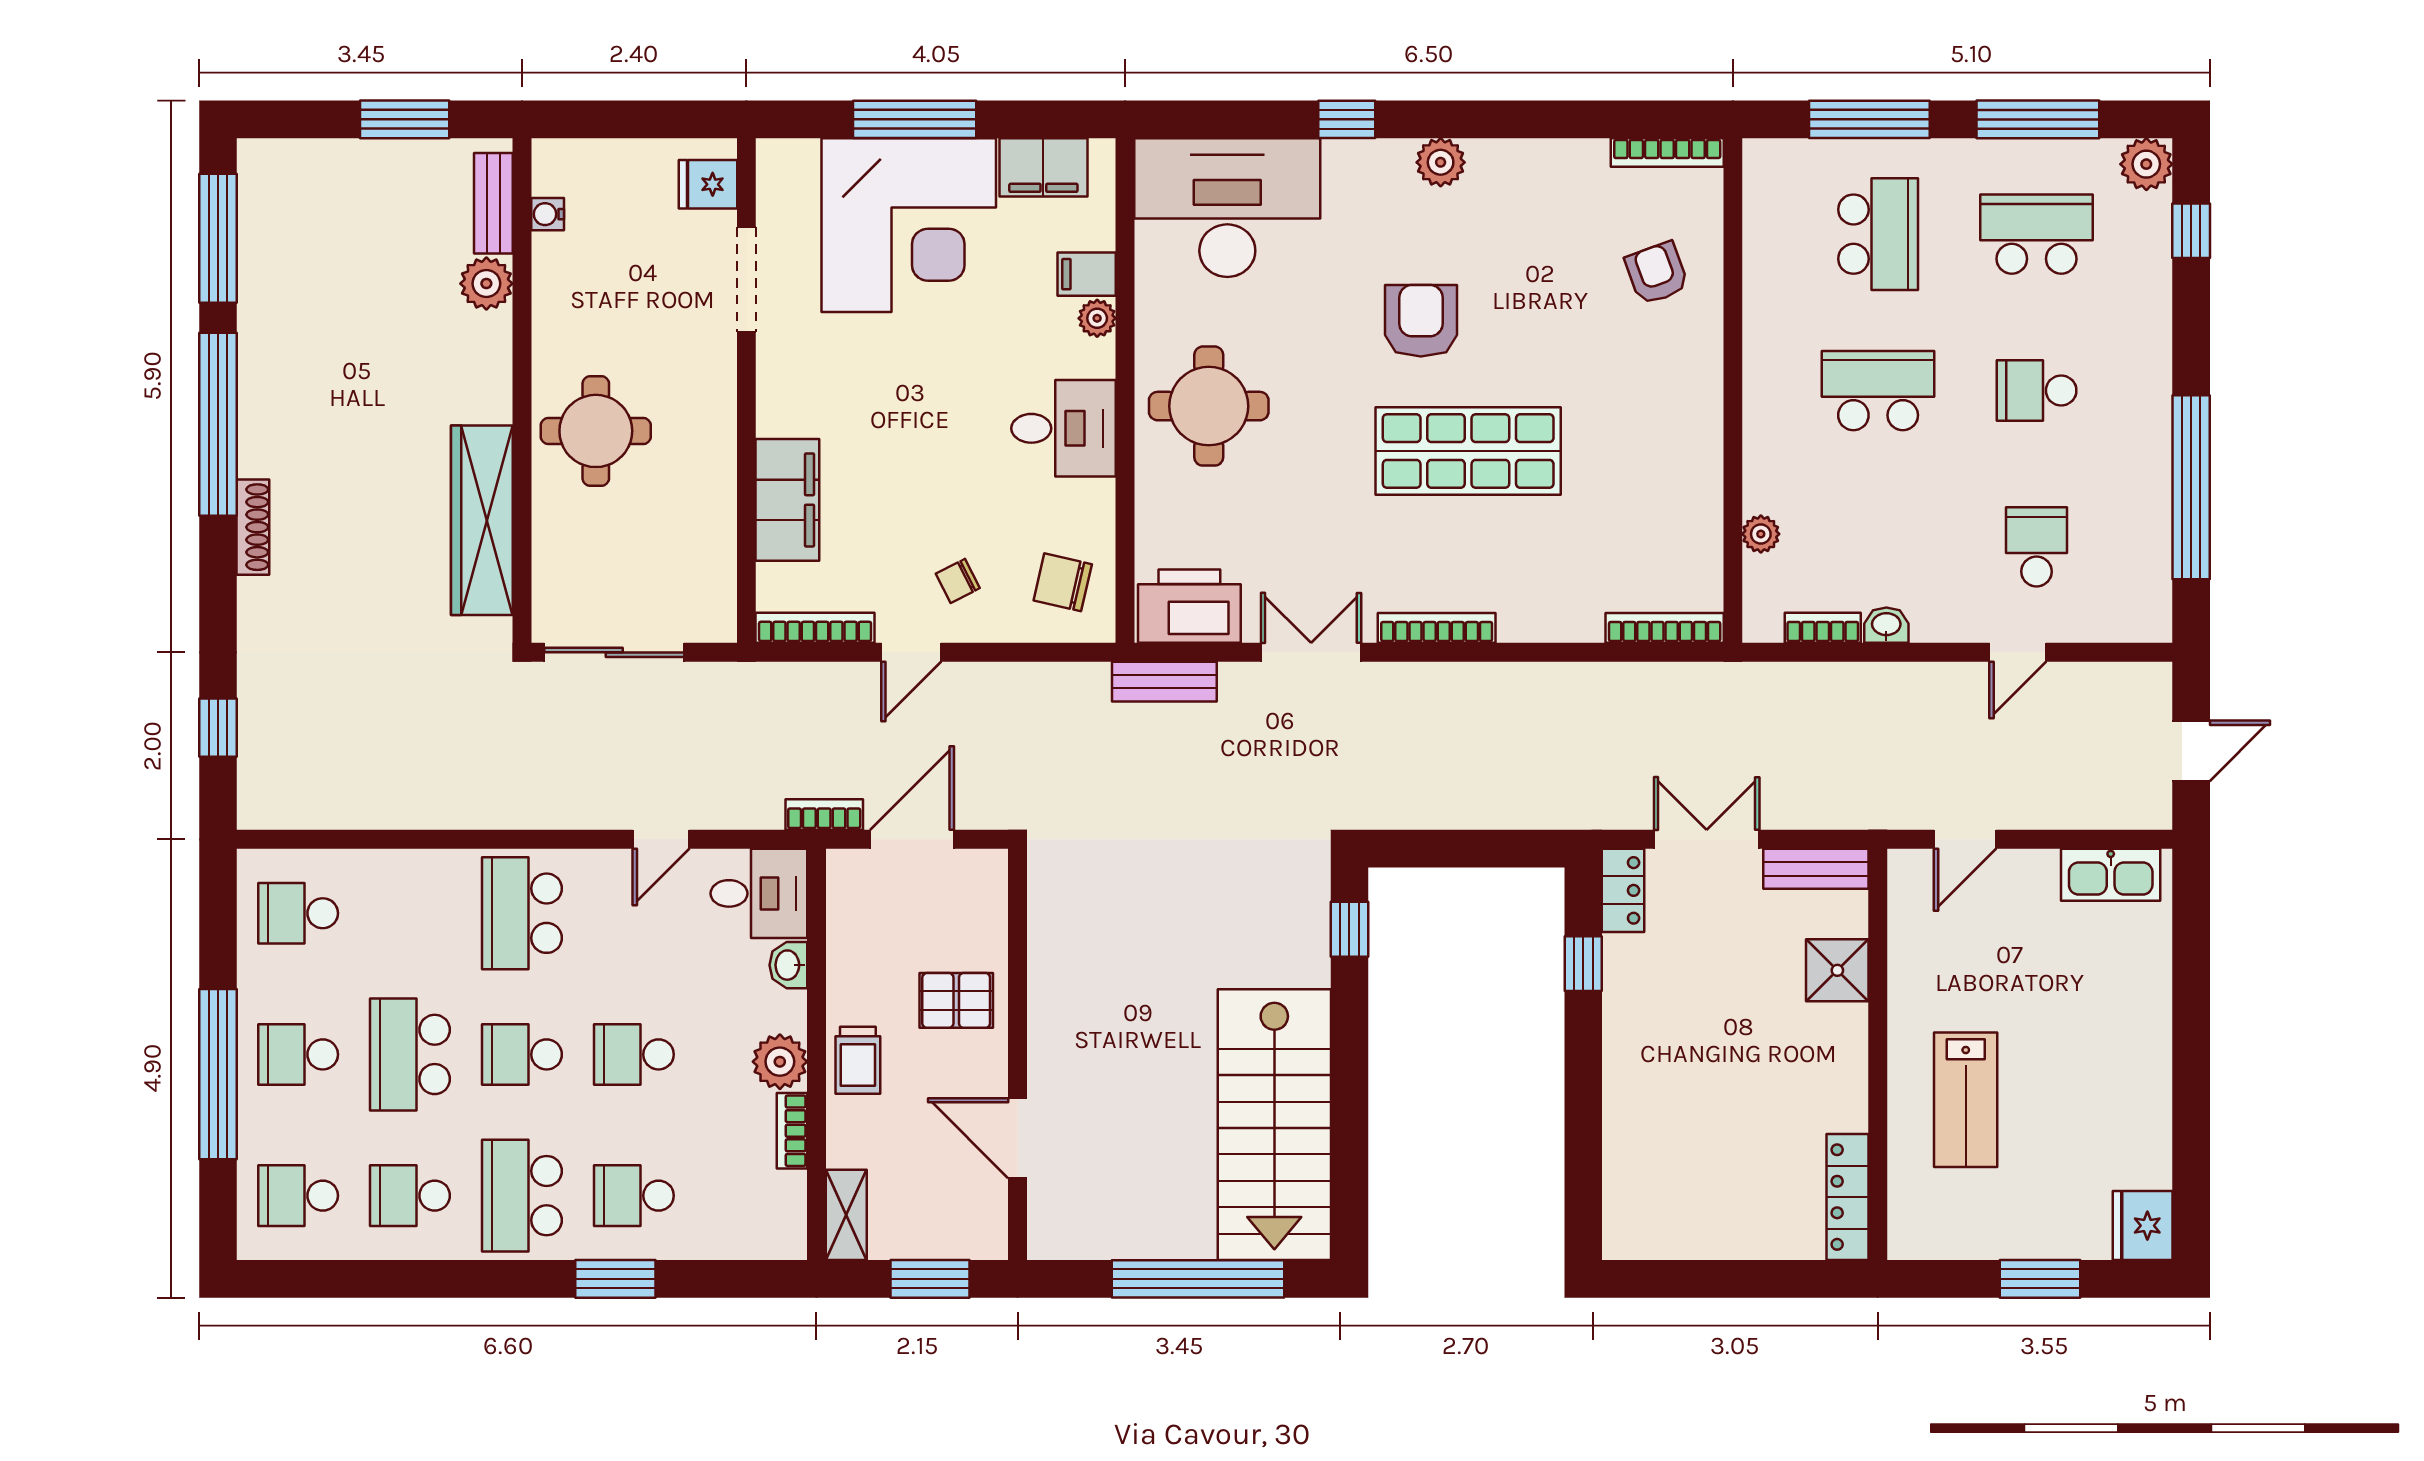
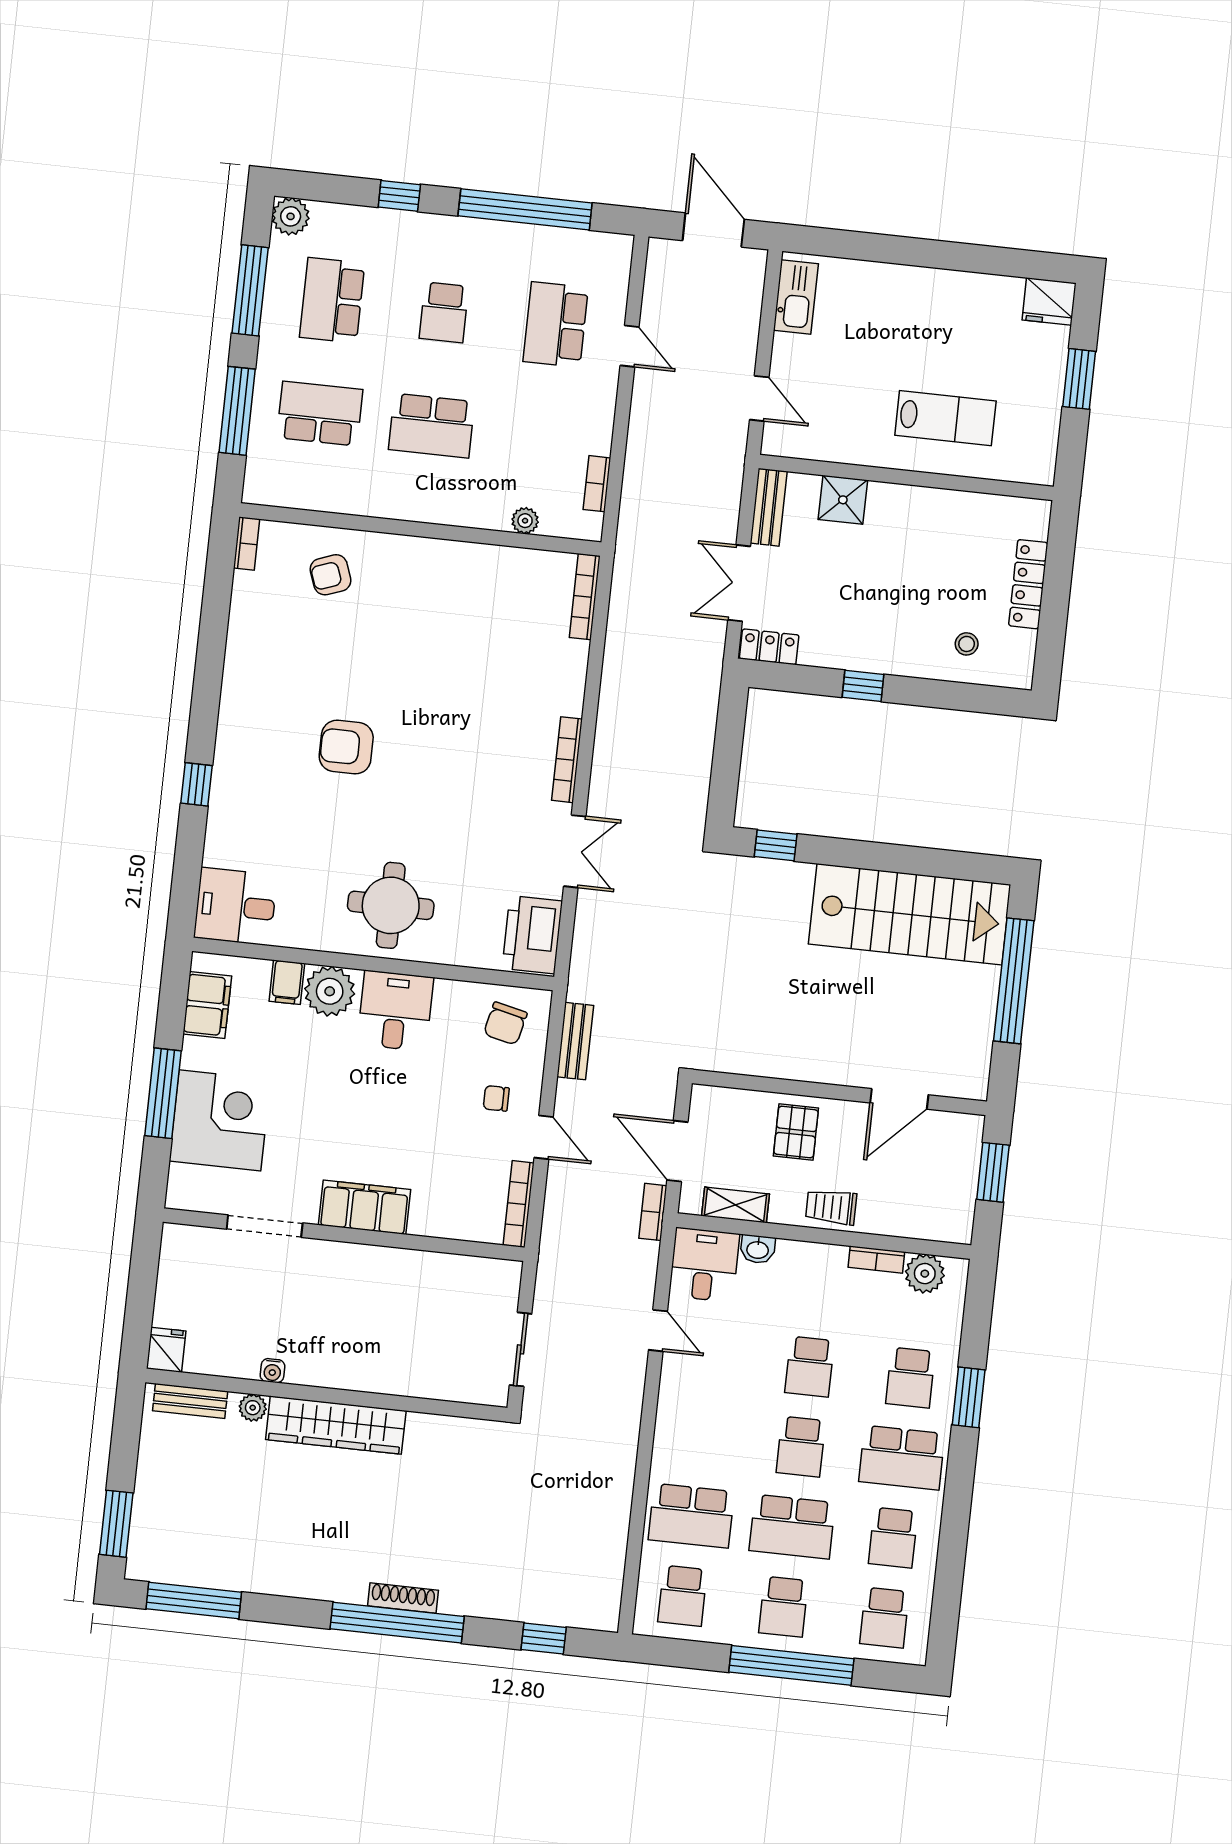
window: (405, 119) -> (116, 1524), moved
bookcase: (1667, 152) -> (247, 543), width x0.64
plant: (1441, 162) -> (234, 721), removed
fridge: (708, 184) -> (166, 1350), moved, turned 180
desk: (1227, 208) -> (235, 906), width x0.53, depth x0.77
water cooler: (548, 214) -> (272, 1371), moved
corner desk: (909, 225) -> (220, 1120), width x0.74, depth x0.74
window: (2191, 231) -> (399, 196), moved
plant: (486, 284) -> (253, 1408), width x0.73, depth x0.73
plant: (1097, 318) -> (330, 991), width x1.88, depth x1.88
school desk: (1878, 391) -> (432, 426), turned -90
window: (218, 424) -> (397, 1623), moved
round table: (596, 431) -> (361, 1345), removed
shop shelf: (1468, 451) -> (443, 723), removed
filing cabinet: (787, 500) -> (364, 1207), moved
wardrobe: (482, 520) -> (336, 1425), moved
school desk: (2037, 547) -> (556, 325), width x1.85
chair: (958, 581) -> (496, 1098), turned 117
washbasin: (1886, 625) -> (600, 438), removed
sliding door: (614, 652) -> (521, 1349), width x0.73
double door: (1311, 652) -> (575, 851), swing flipped
bench: (1164, 682) -> (575, 1041), moved
door: (2191, 751) -> (713, 230), width x1.38
school desk: (522, 913) -> (691, 1516), moved
window: (1583, 964) -> (863, 686), moved
trolley: (858, 1060) -> (831, 1207), turned 180
plant: (780, 1062) -> (925, 1274), moved
stool: (1657, 1163) -> (967, 644), added
locker: (1848, 1197) -> (1028, 584), moved, turned 90
shelving: (846, 1215) -> (736, 1205), moved

